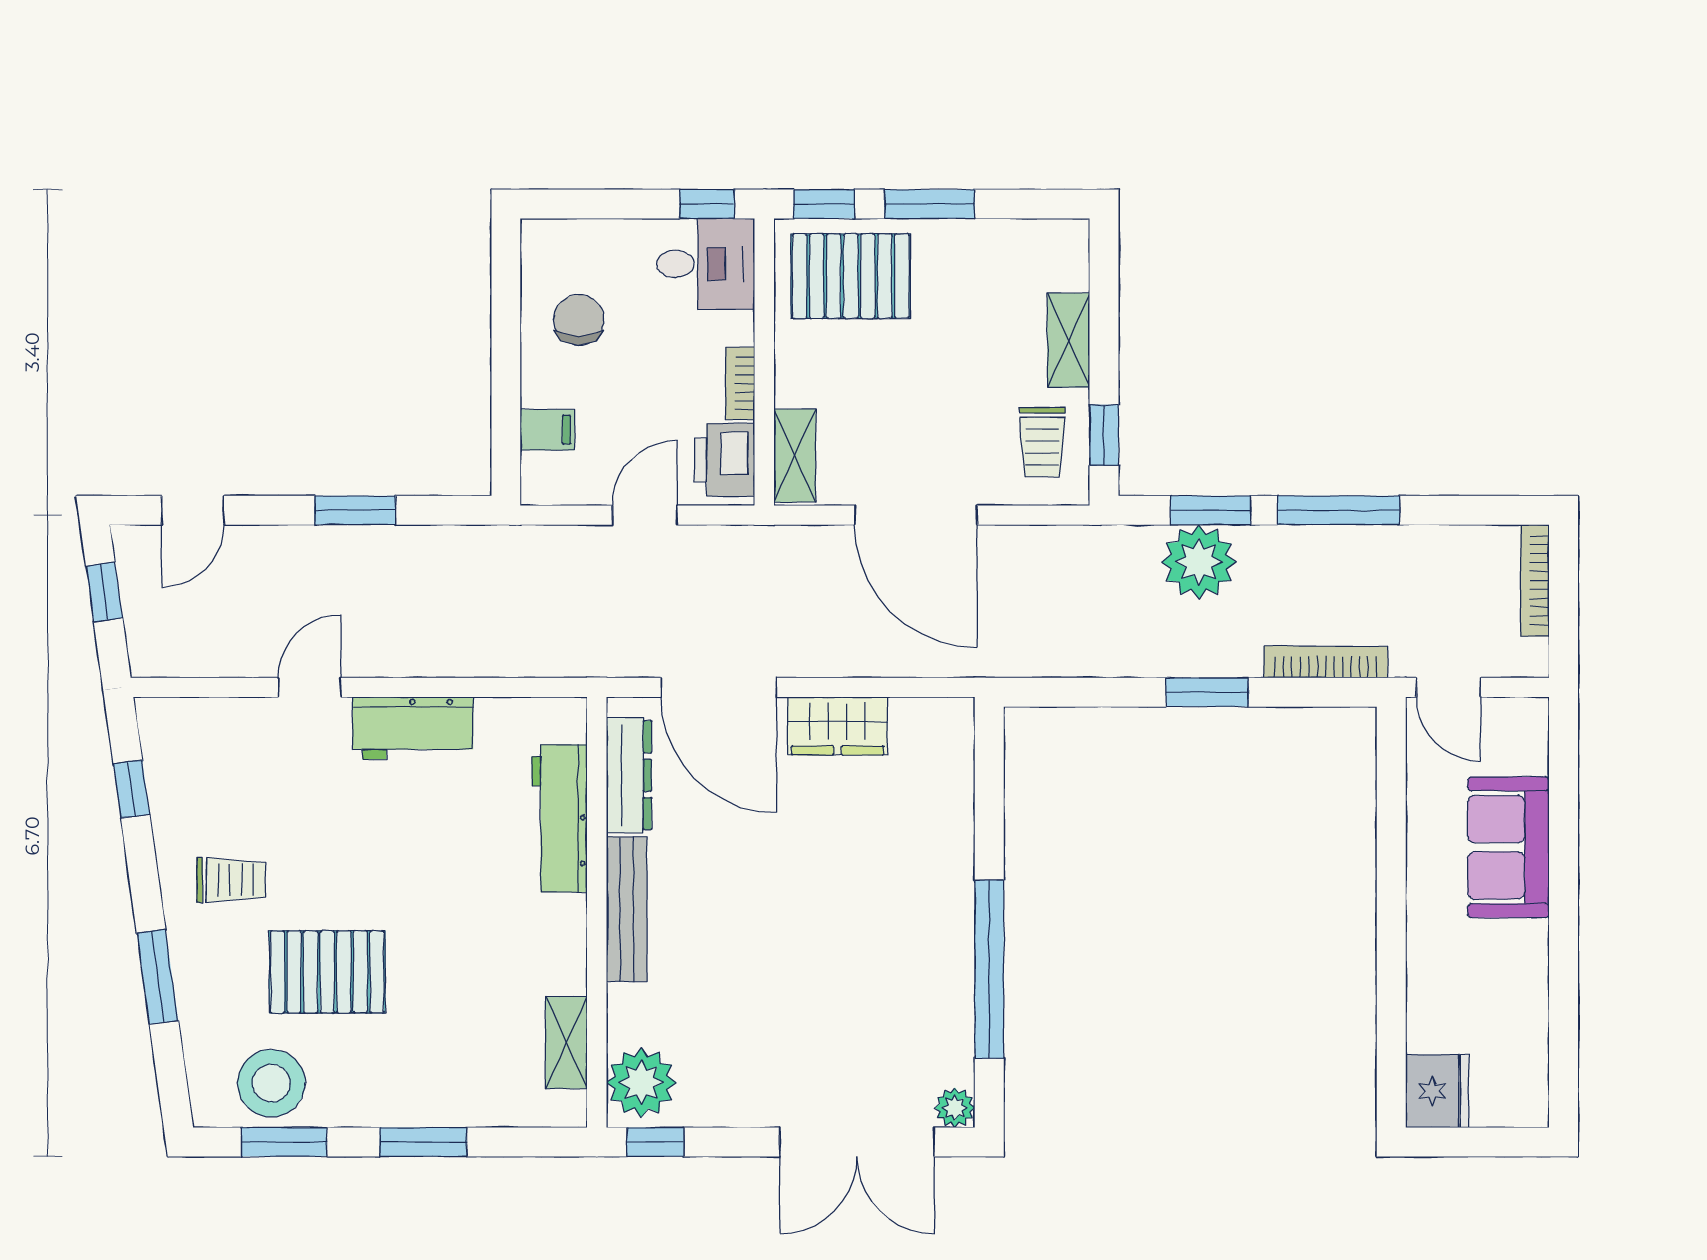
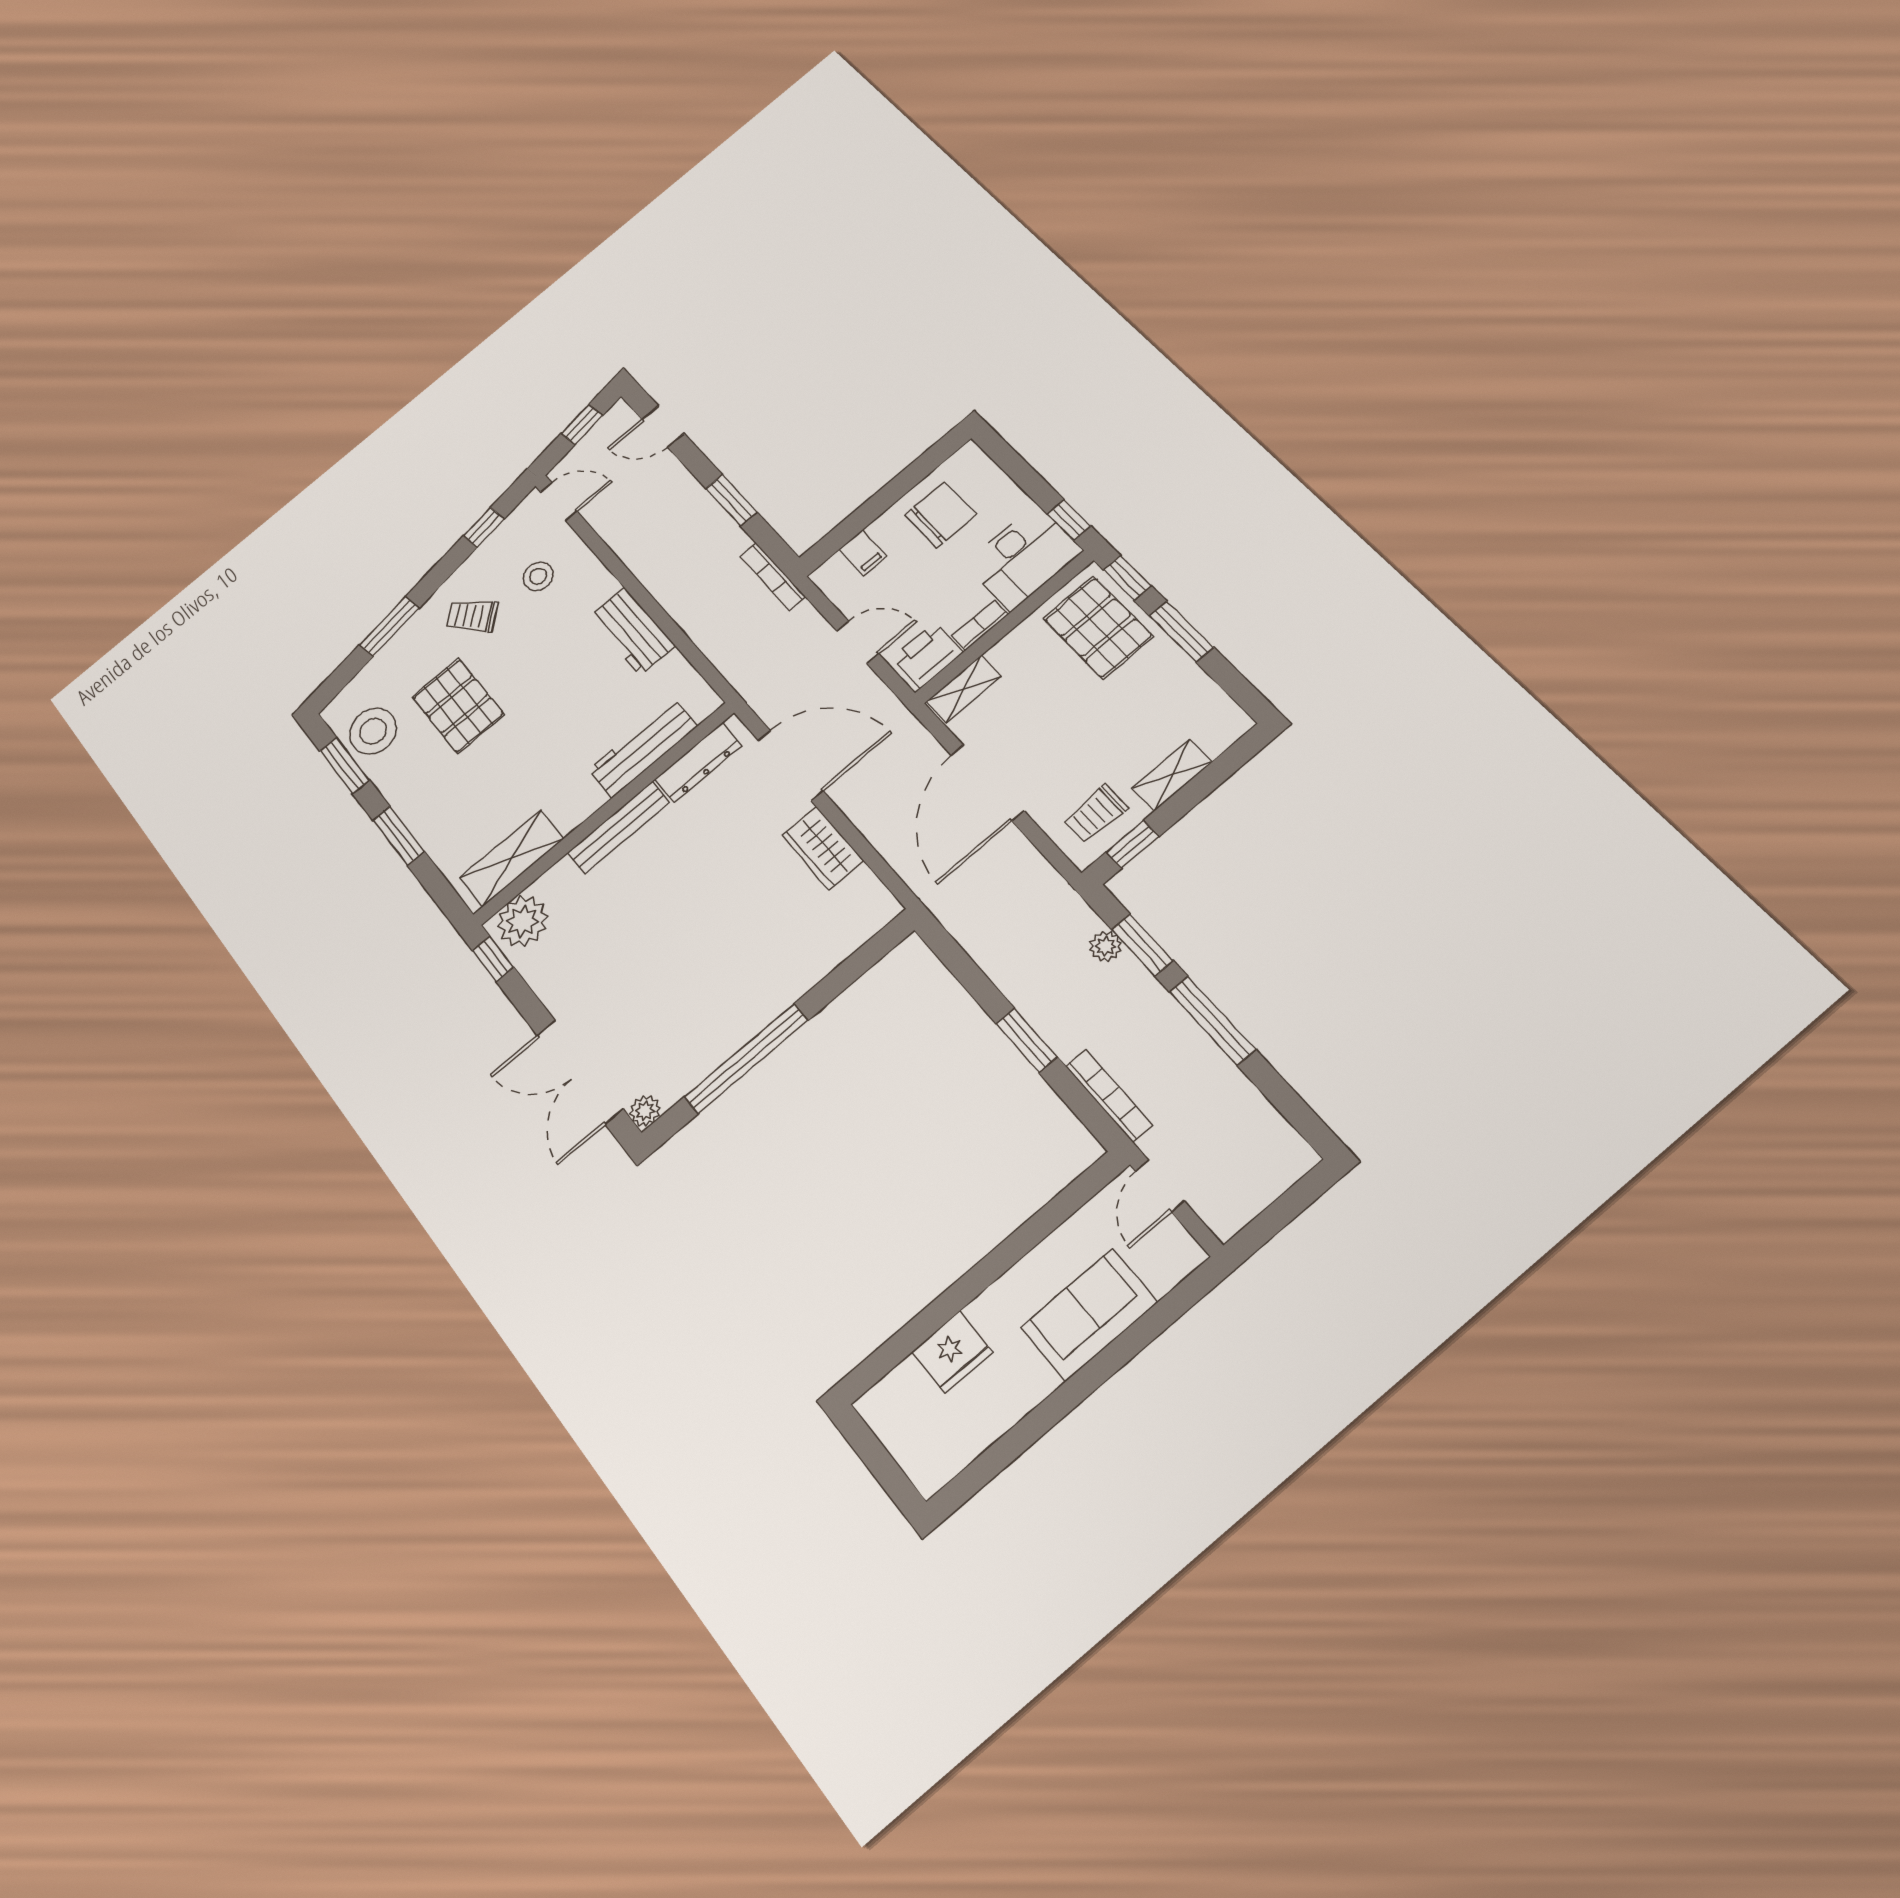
desk: (706, 264) -> (1023, 557), width x1.37
chair: (579, 320) -> (940, 515), width x1.37, depth x1.37
plant: (1199, 562) -> (1106, 946), width x0.53, depth x0.53
bookcase: (1535, 580) -> (773, 576), moved, turned -90
door: (309, 687) -> (559, 502), moved
door: (719, 687) -> (790, 765), swing flipped
stool: (250, 776) -> (538, 576), added
trolley: (231, 880) -> (472, 616), turned 138
shelving: (566, 1042) -> (512, 858), width x1.50, depth x1.33
fridge: (1437, 1091) -> (952, 1352), moved

